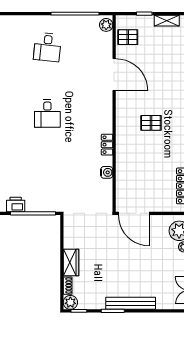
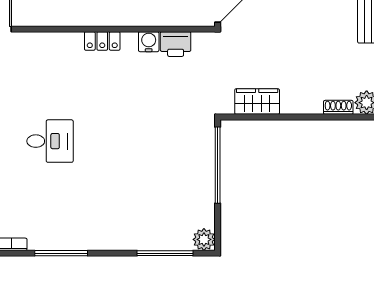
printer: (16, 205) -> (176, 44), moved, turned -90
wardrobe: (71, 262) -> (257, 102), moved

